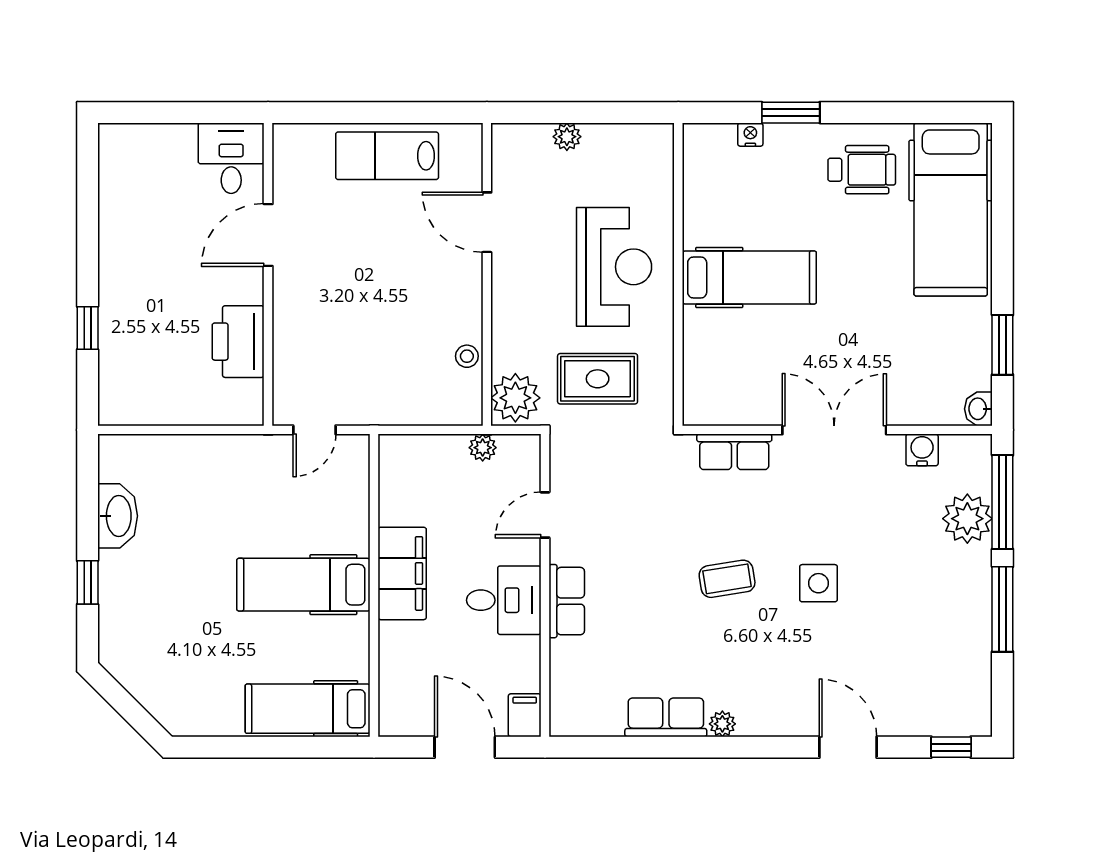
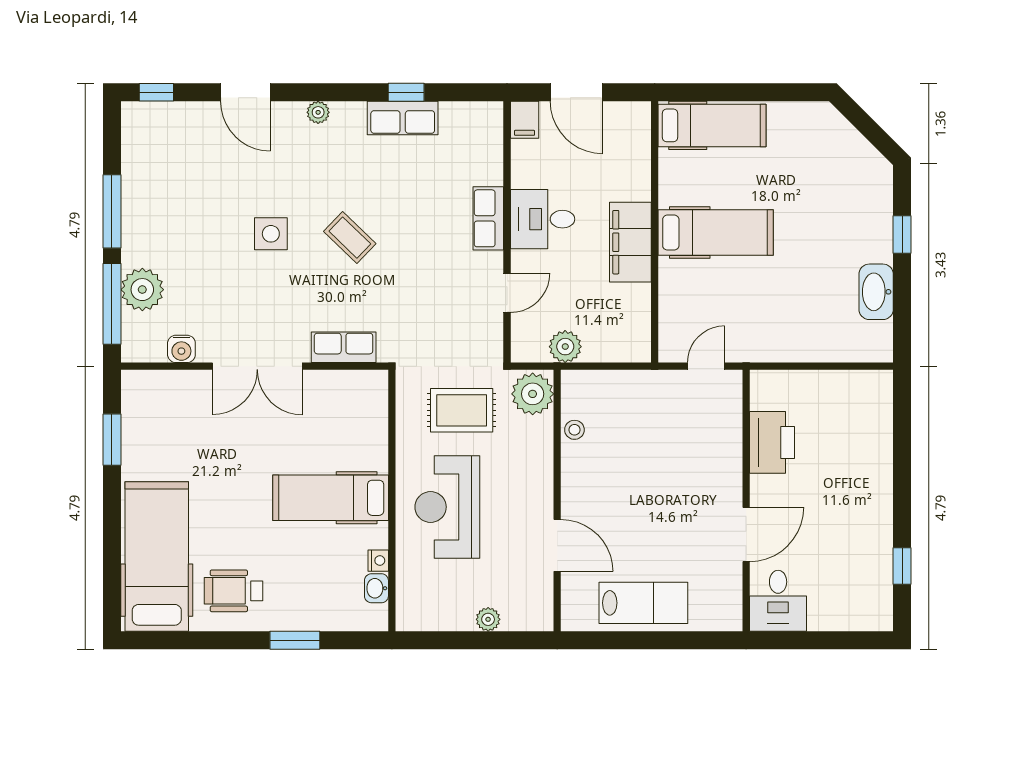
nightstand: (750, 135) -> (378, 561), moved, turned -90
window: (88, 328) -> (902, 566), moved
washbasin: (978, 409) -> (376, 588), moved, turned 180
plant: (483, 448) -> (565, 347), width x1.38, depth x1.38
coffee table: (727, 579) -> (350, 238), turned 53
plant: (722, 724) -> (318, 112), moved
window: (662, 747) -> (406, 92), added

